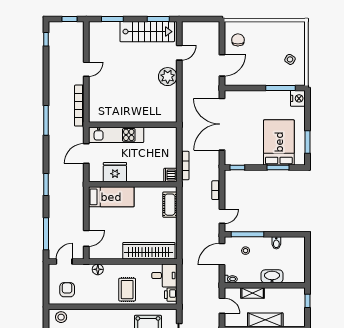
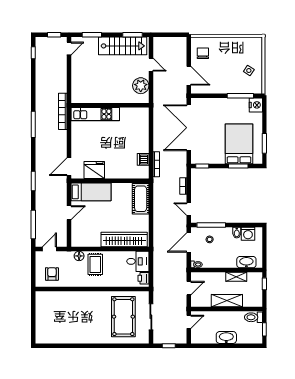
door: (179, 53) -> (151, 65), hinge flipped
door: (222, 65) -> (189, 76), hinge flipped
door: (86, 69) -> (69, 48), moved
wall: (133, 125) -> (110, 105), moved
kitchen unit: (116, 135) -> (95, 114), moved
door: (86, 154) -> (69, 167), moved
dishwasher: (170, 175) -> (143, 159), moved
cot: (170, 205) -> (141, 199), width x1.37, depth x1.34
door: (222, 216) -> (189, 209), swing flipped
door: (86, 238) -> (69, 213), moved
washing machine: (289, 244) -> (248, 234), added
washbasin: (272, 276) -> (246, 262), moved
rug: (127, 290) -> (95, 264), moved
shelving: (253, 293) -> (236, 277), moved
door: (222, 306) -> (189, 288), hinge flipped
stool: (61, 317) -> (47, 298), removed

